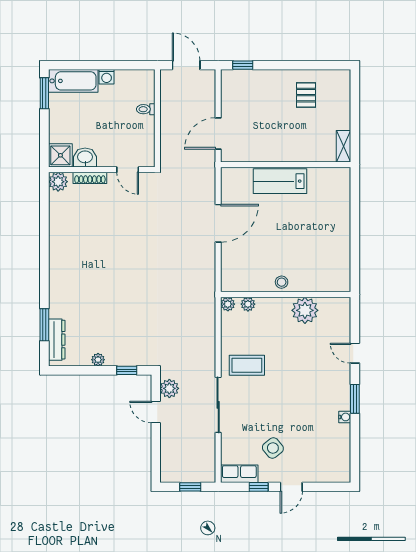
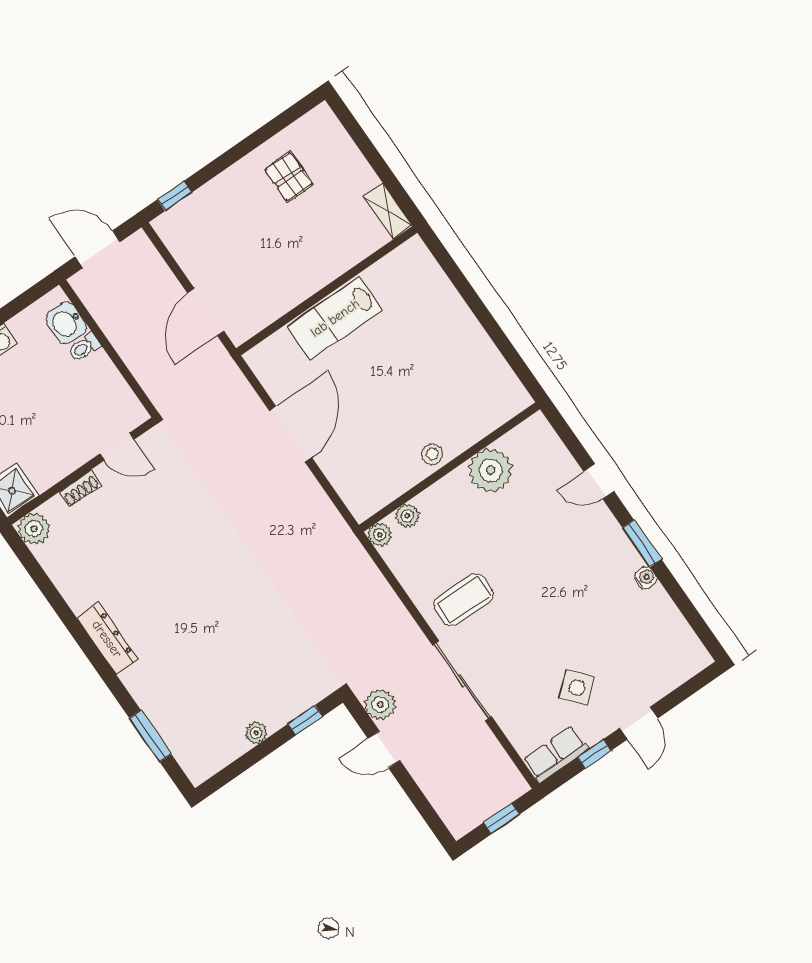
washbasin: (85, 157) -> (66, 323), moved, turned -90
shoe rack: (90, 178) -> (80, 489), width x0.70
dresser: (57, 340) -> (107, 639), moved

